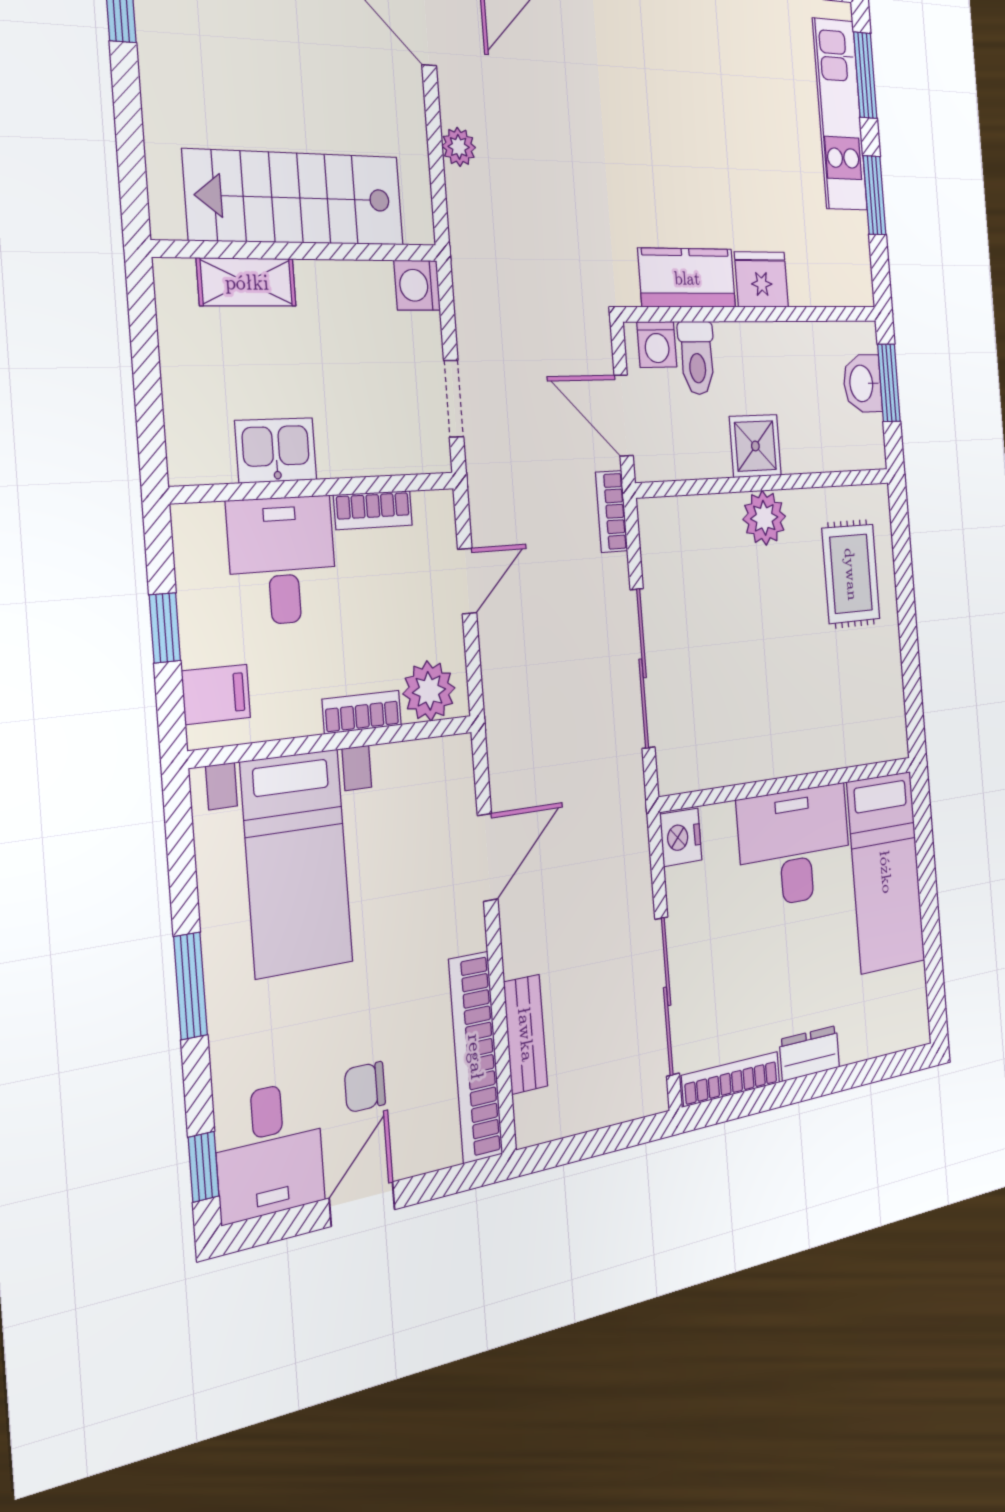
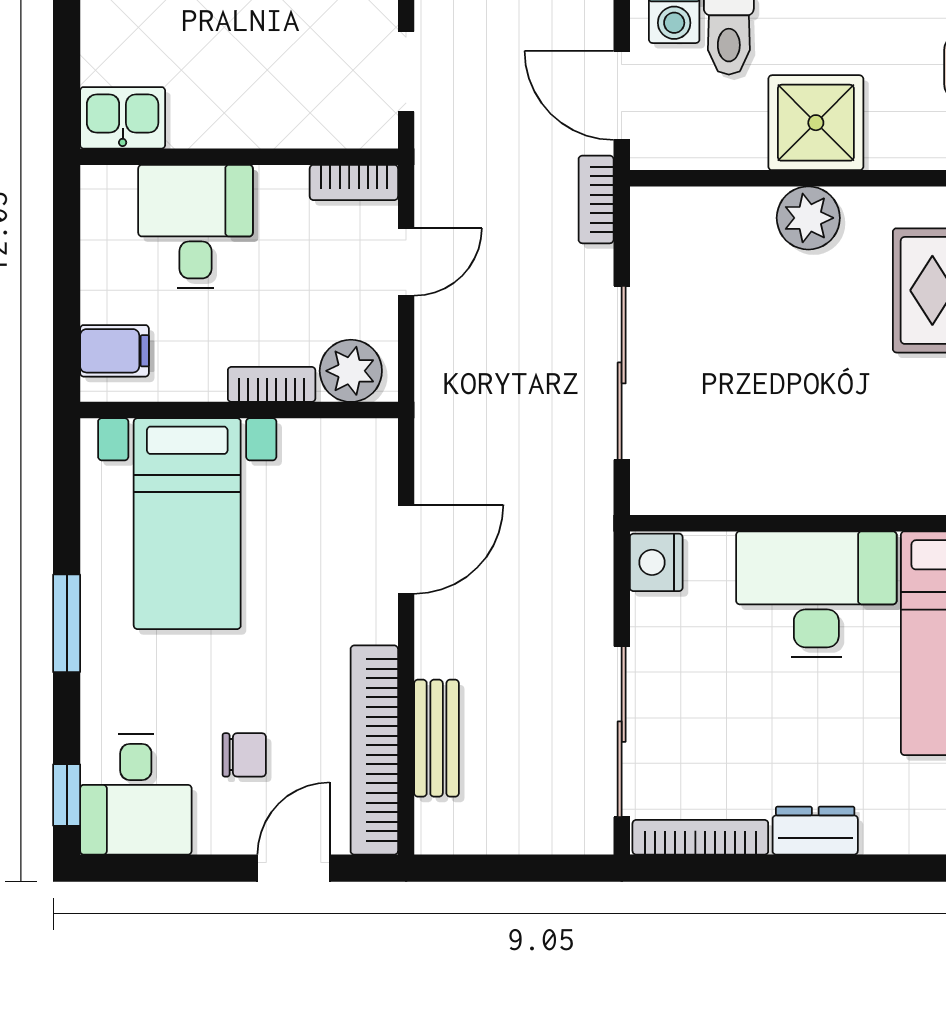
shower: (755, 446) -> (816, 123), width x1.36, depth x1.36
kitchen sink: (276, 450) -> (123, 118), moved
bookcase: (373, 510) -> (354, 182), moved
window: (165, 628) -> (67, 283), removed
chair: (365, 1087) -> (244, 755), turned 180
door: (362, 1204) -> (294, 868), moved

